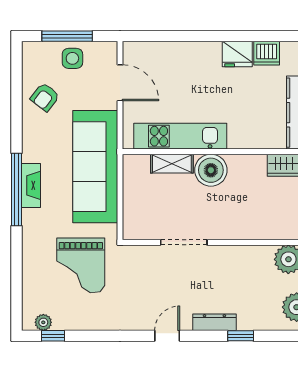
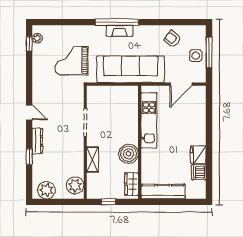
shelving: (172, 164) -> (92, 159), moved
boiler: (211, 170) -> (129, 154), moved

